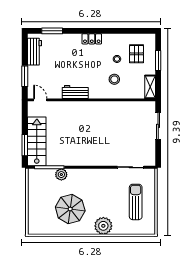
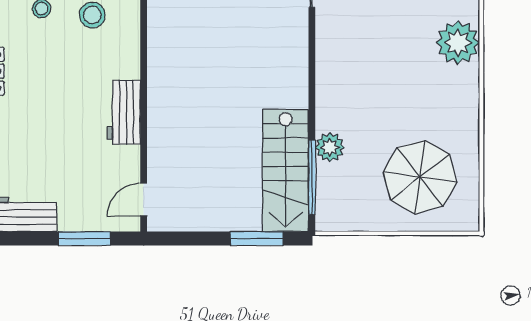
stairs: (37, 141) -> (286, 171), moved, turned -90
parasol: (70, 209) -> (420, 177), moved

